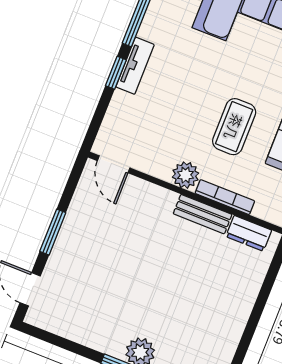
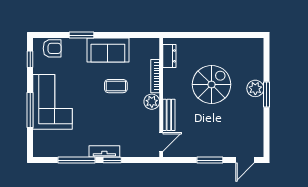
coffee table: (234, 127) -> (116, 86), width x0.73, depth x0.77
bench: (203, 214) -> (169, 115), moved
spiral stairs: (175, 284) -> (212, 84), added

